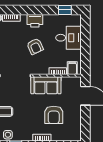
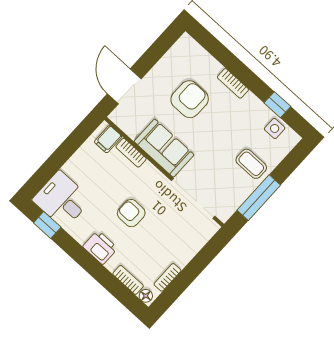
desk: (68, 38) -> (62, 200), moved
armchair: (35, 46) -> (131, 213), turned -64

